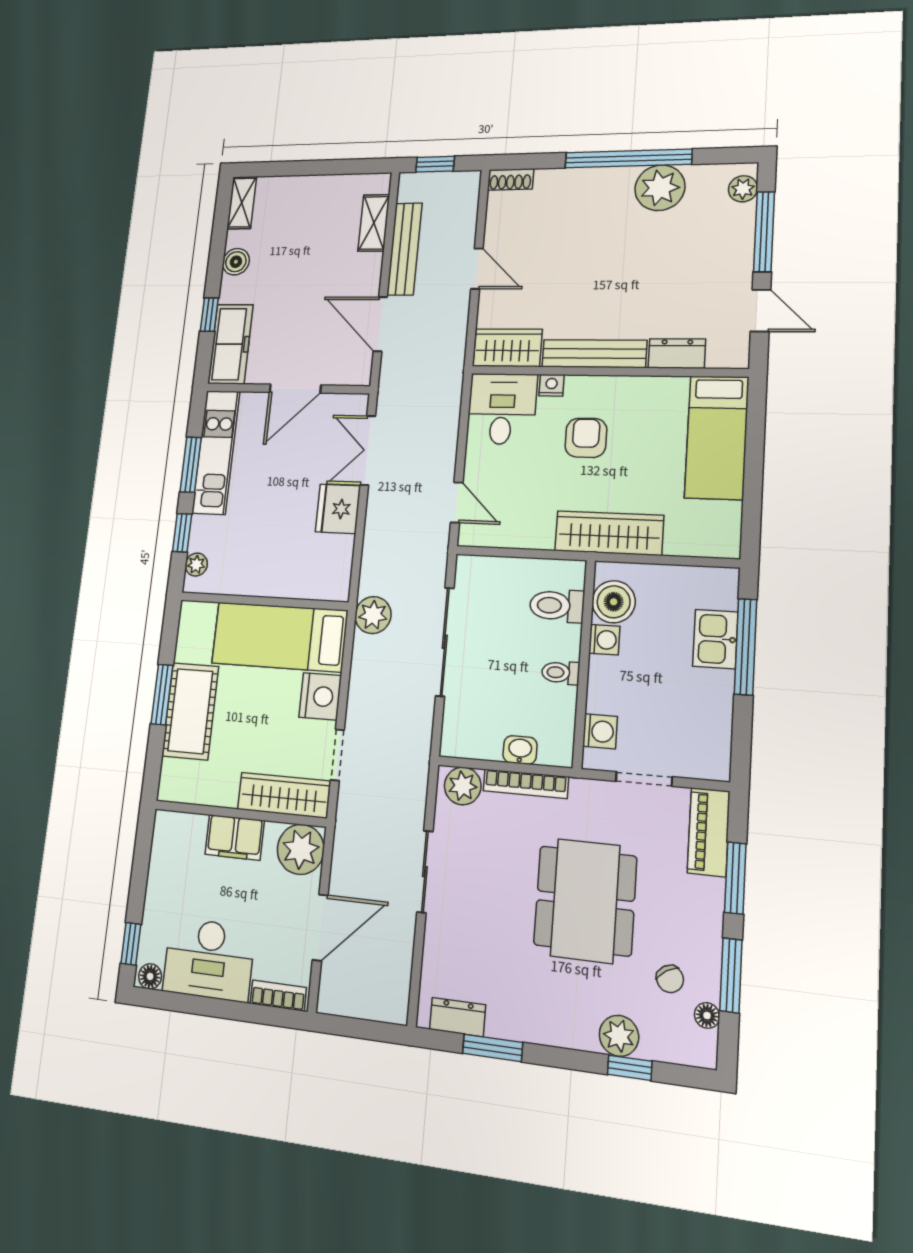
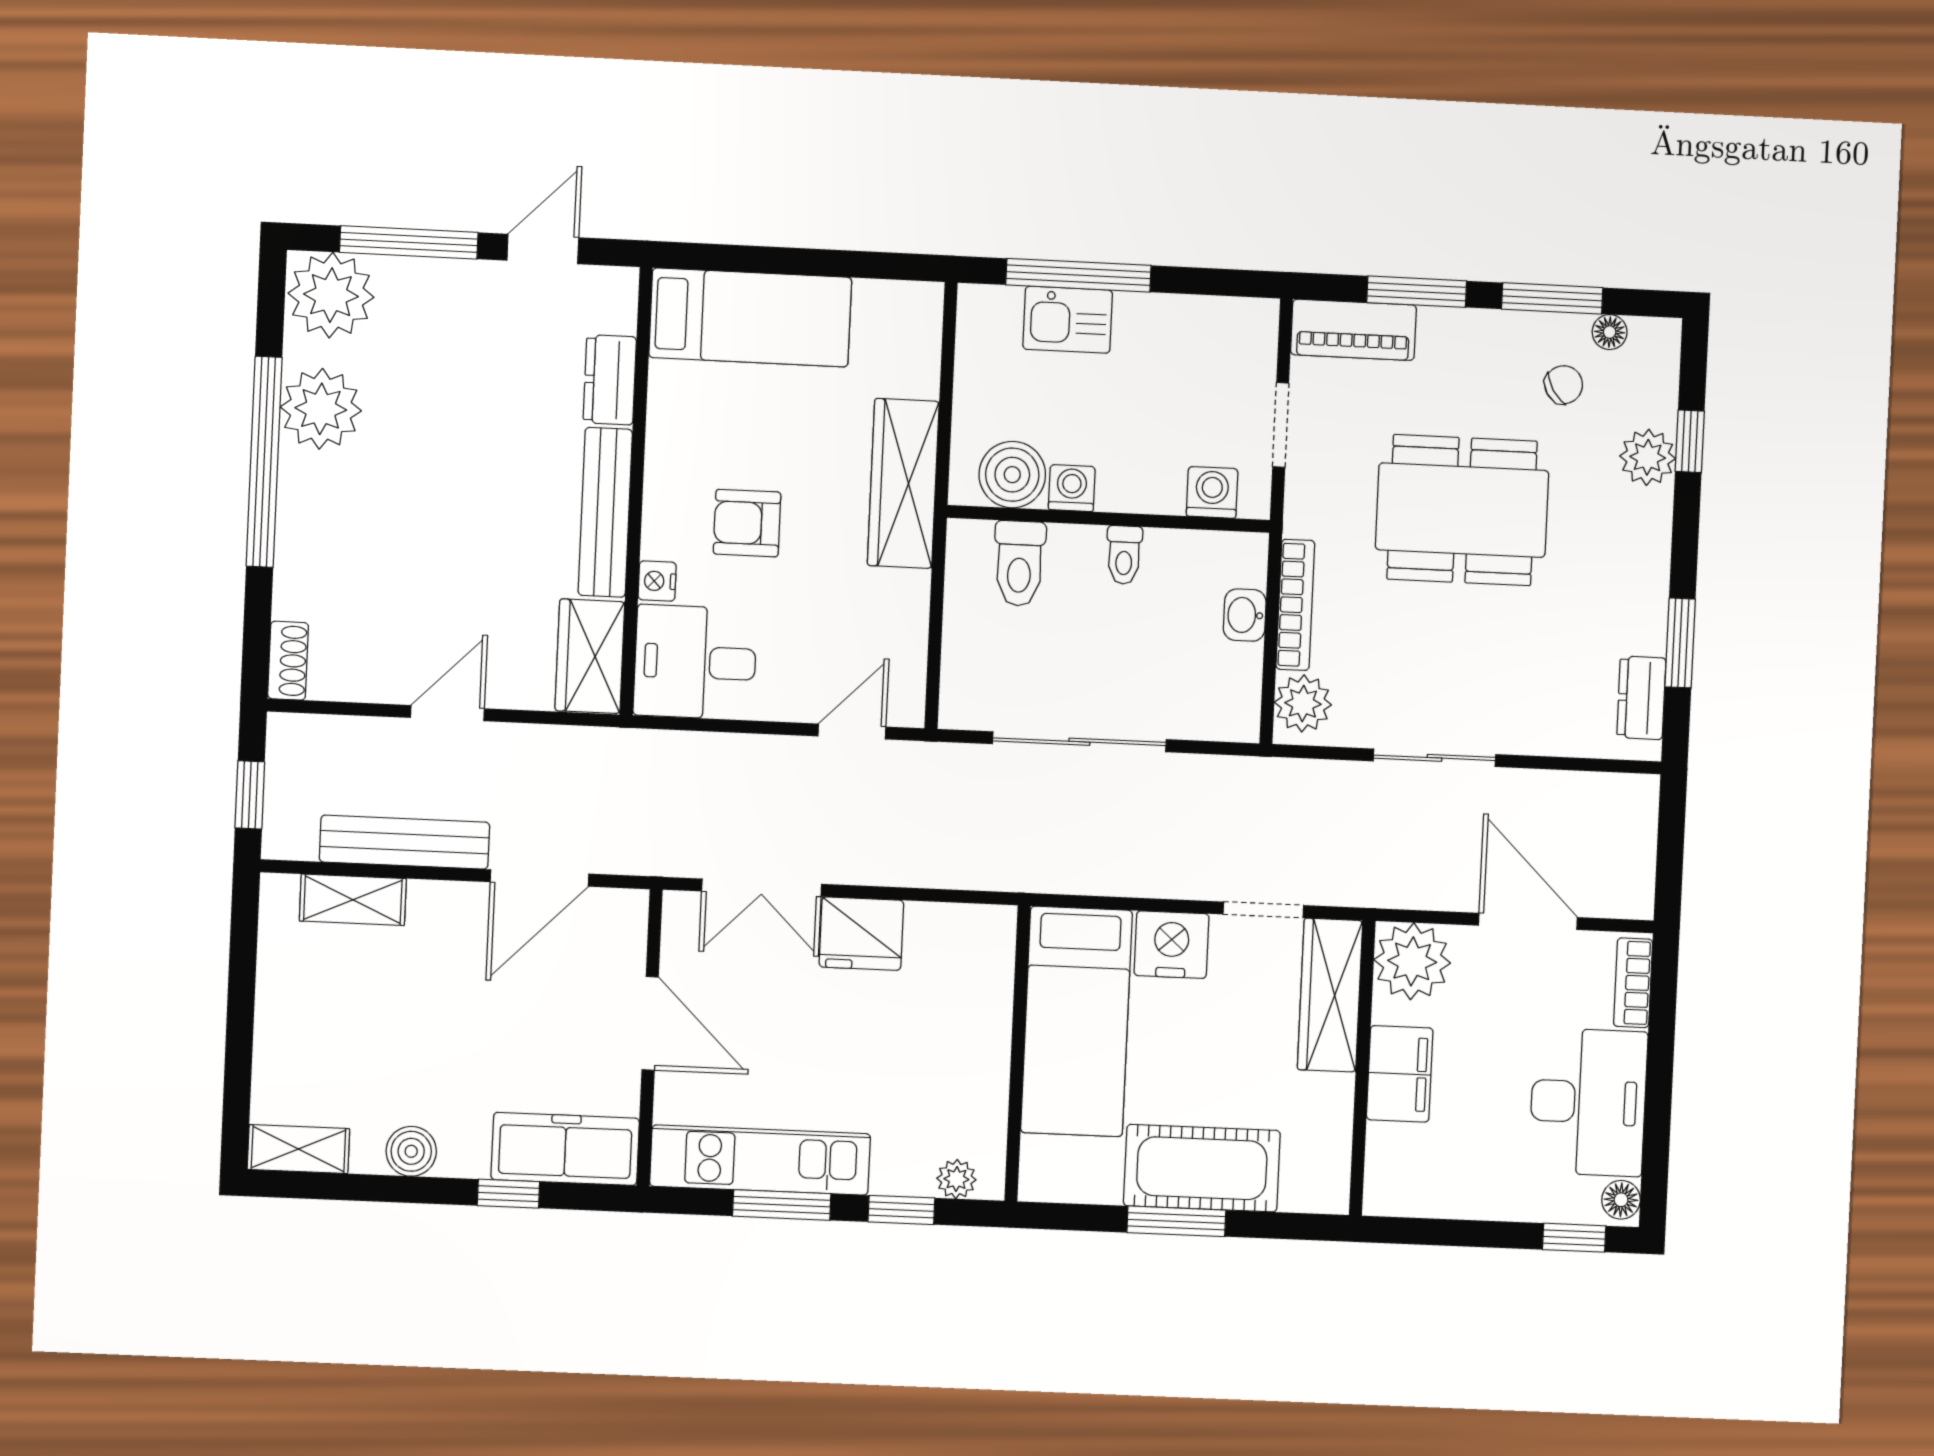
plant: (743, 189) -> (331, 295), width x1.88, depth x1.88
plant: (373, 615) -> (1038, 863), removed

